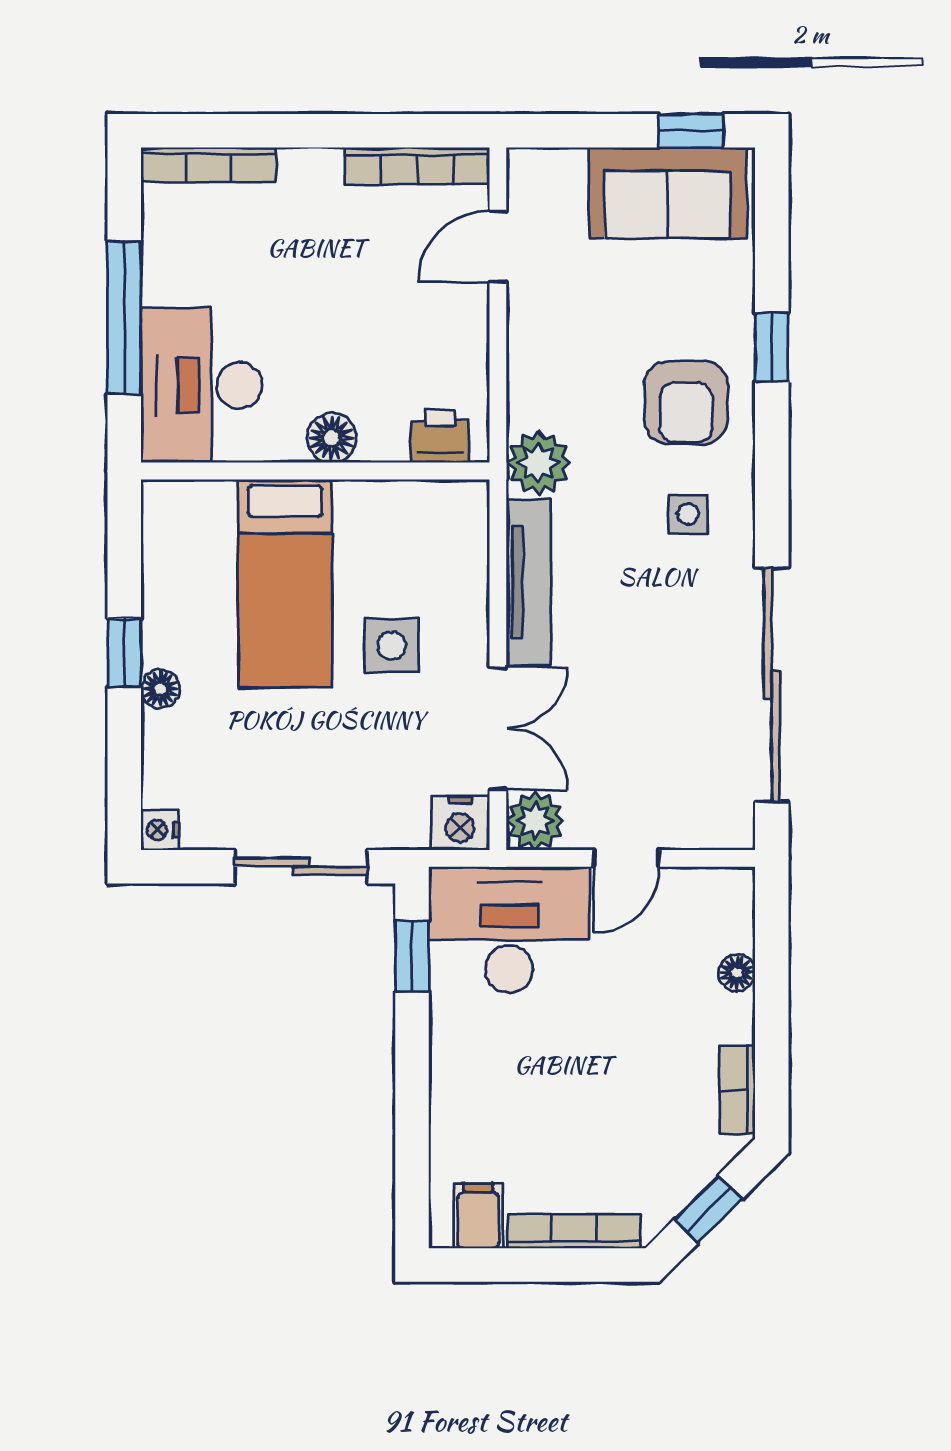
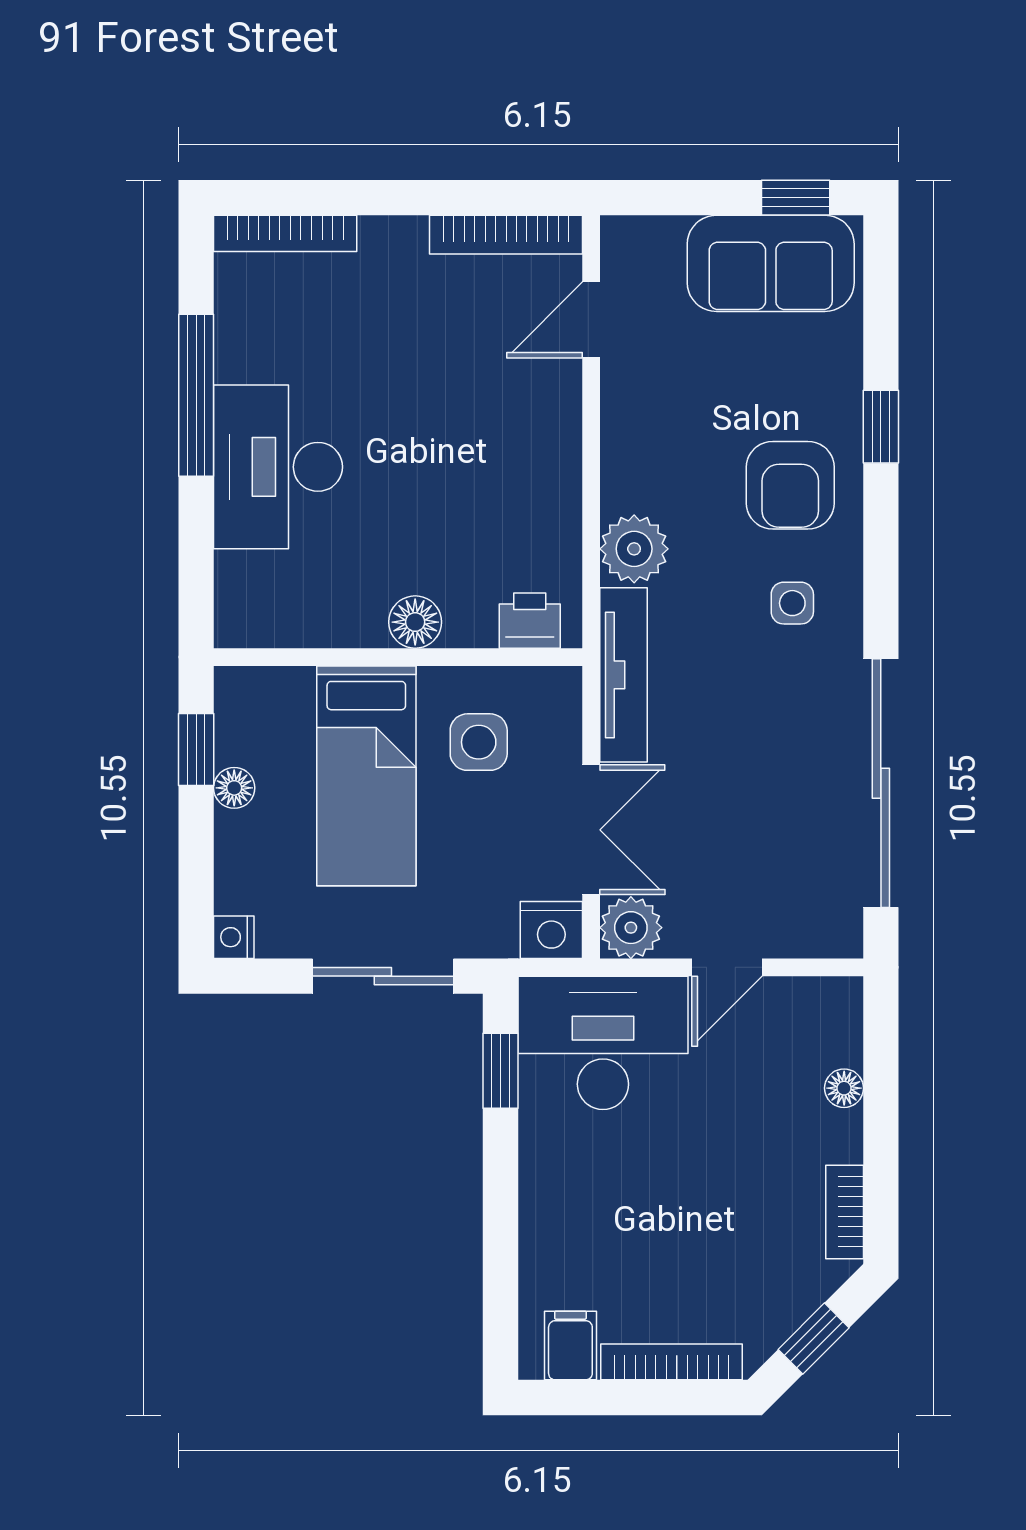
printer: (440, 437) -> (530, 621), moved
floor lamp: (331, 438) -> (415, 622), moved
wall: (315, 471) -> (398, 657), moved
bed: (285, 583) -> (366, 776), moved

